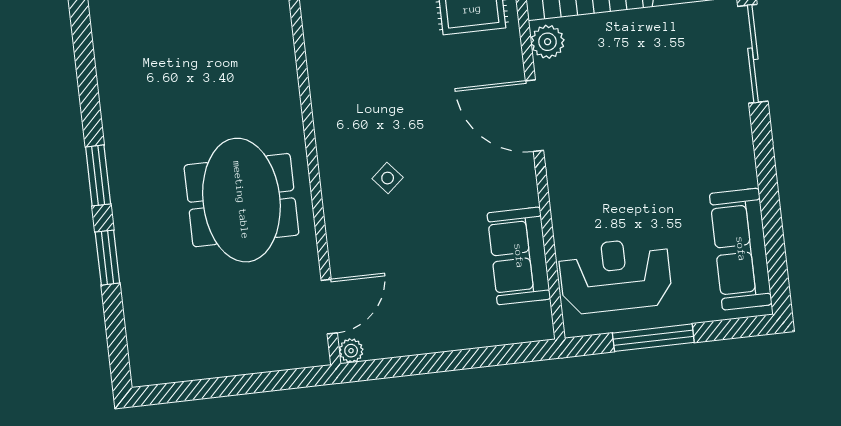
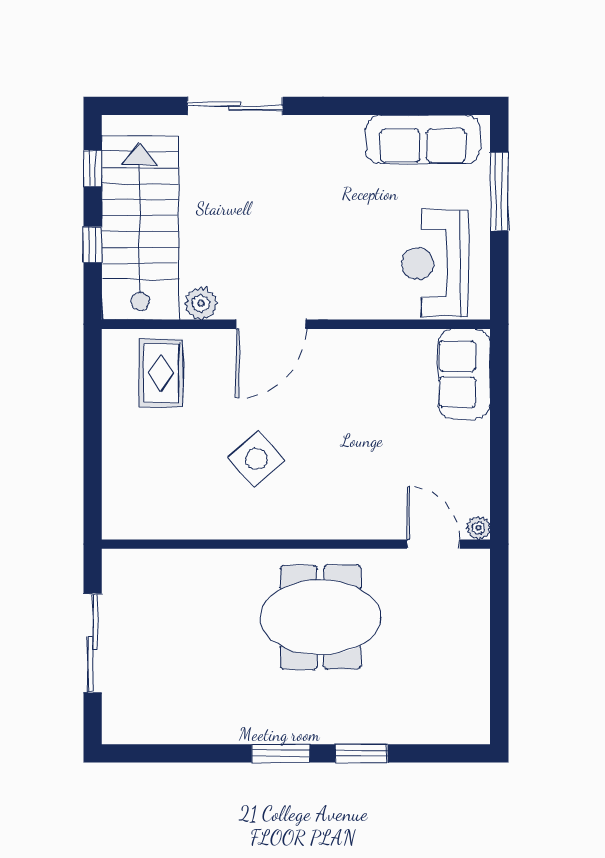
side table: (388, 178) -> (256, 459), moved, width x1.87, depth x1.87
sofa: (519, 256) -> (464, 374), moved, turned 90
window: (653, 338) -> (499, 192), moved

